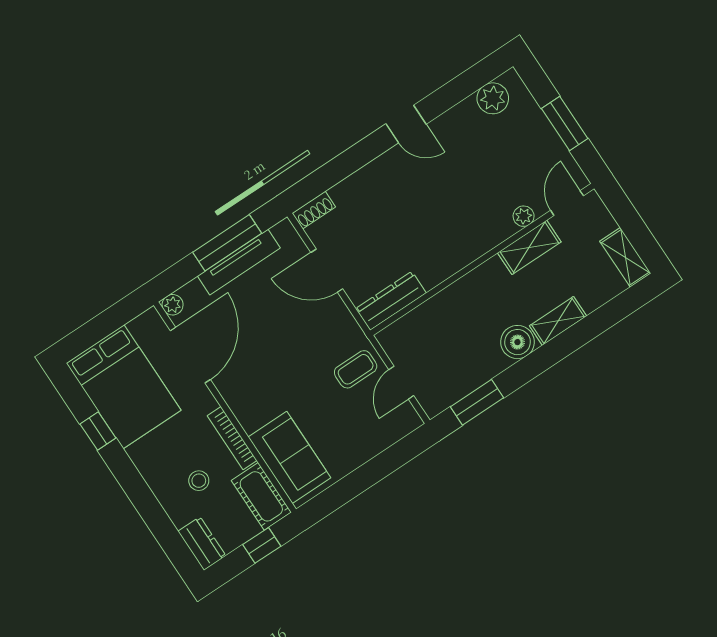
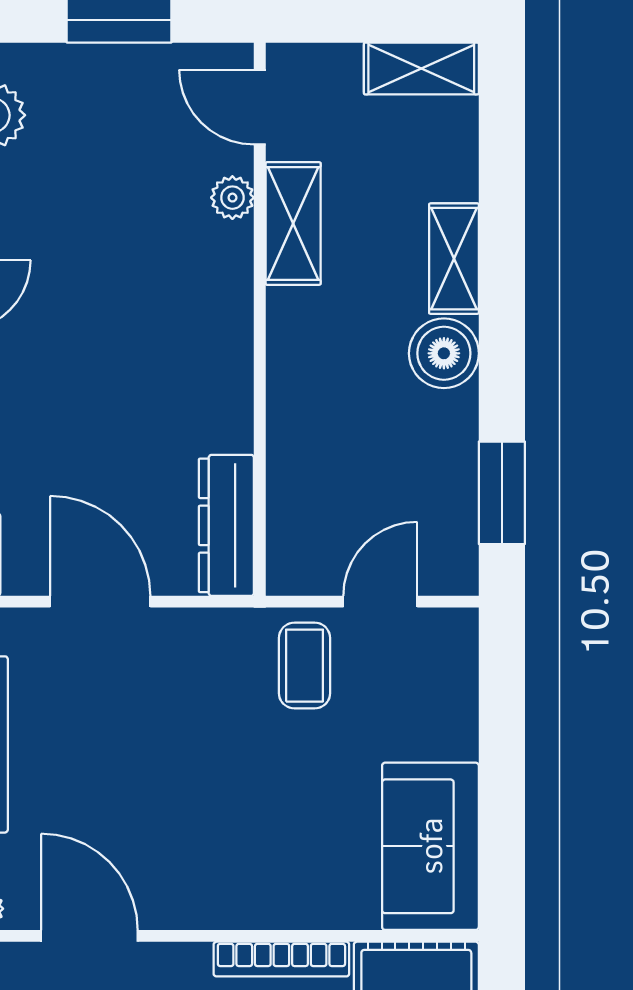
door: (327, 271) -> (100, 602), swing flipped
door: (190, 355) -> (89, 936), width x0.73
door: (401, 383) -> (380, 602), swing flipped
sofa: (289, 457) -> (430, 846), moved, turned -90

